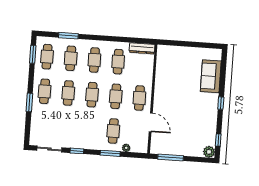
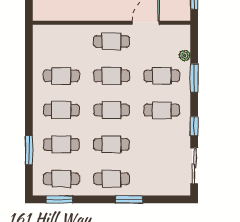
dresser: (142, 48) -> (40, 43), removed
cafe table: (90, 129) -> (162, 110), added

